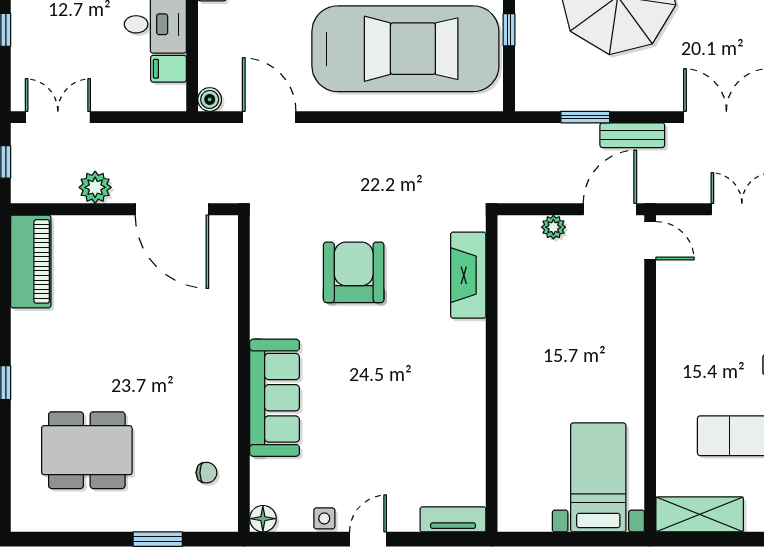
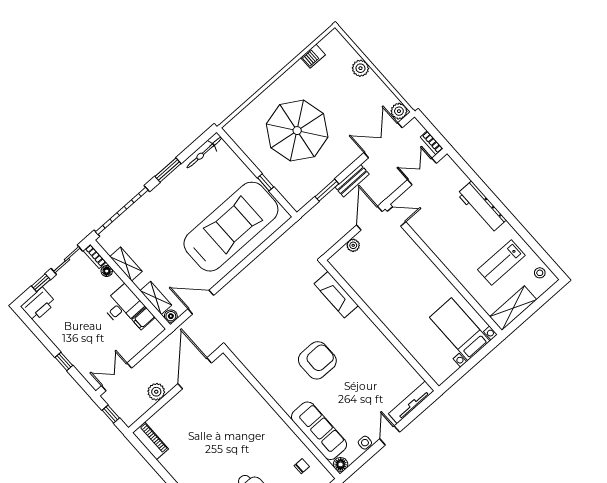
shelving: (211, 55) -> (156, 298), added
door: (172, 209) -> (195, 373), swing flipped
piano: (31, 261) -> (150, 441), width x0.73, depth x0.75
armchair: (354, 272) -> (317, 360), moved, turned 90
sofa: (275, 398) -> (319, 431), moved
tv unit: (453, 519) -> (411, 402), width x1.41

